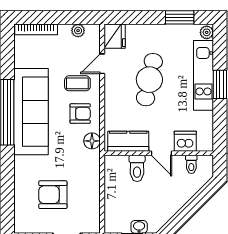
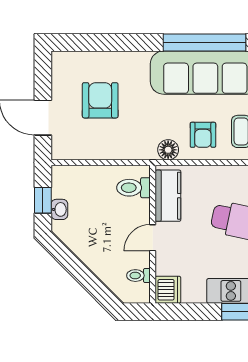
dishwasher: (185, 141) -> (168, 290), moved
toilet: (137, 168) -> (133, 188), moved

